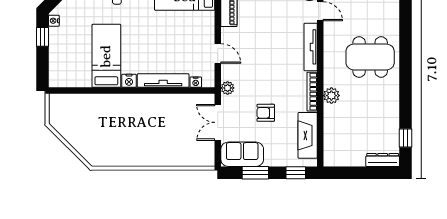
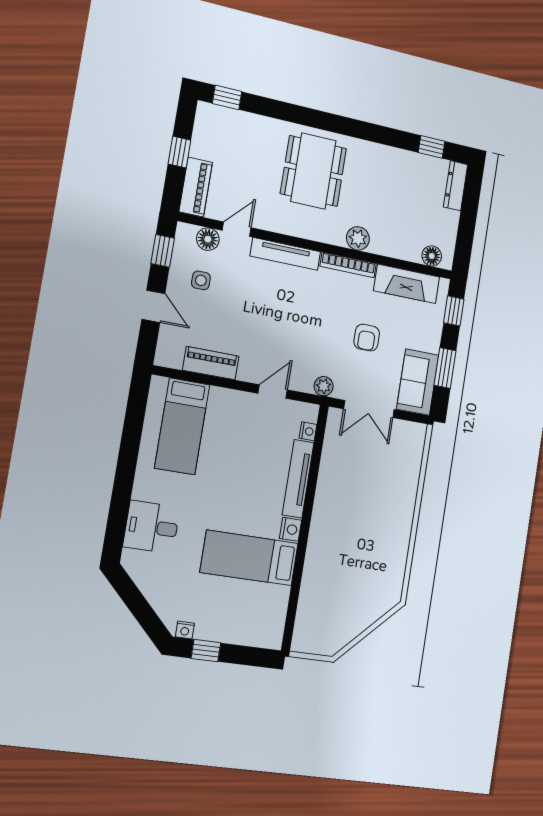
floor lamp: (330, 150) -> (432, 256), added

